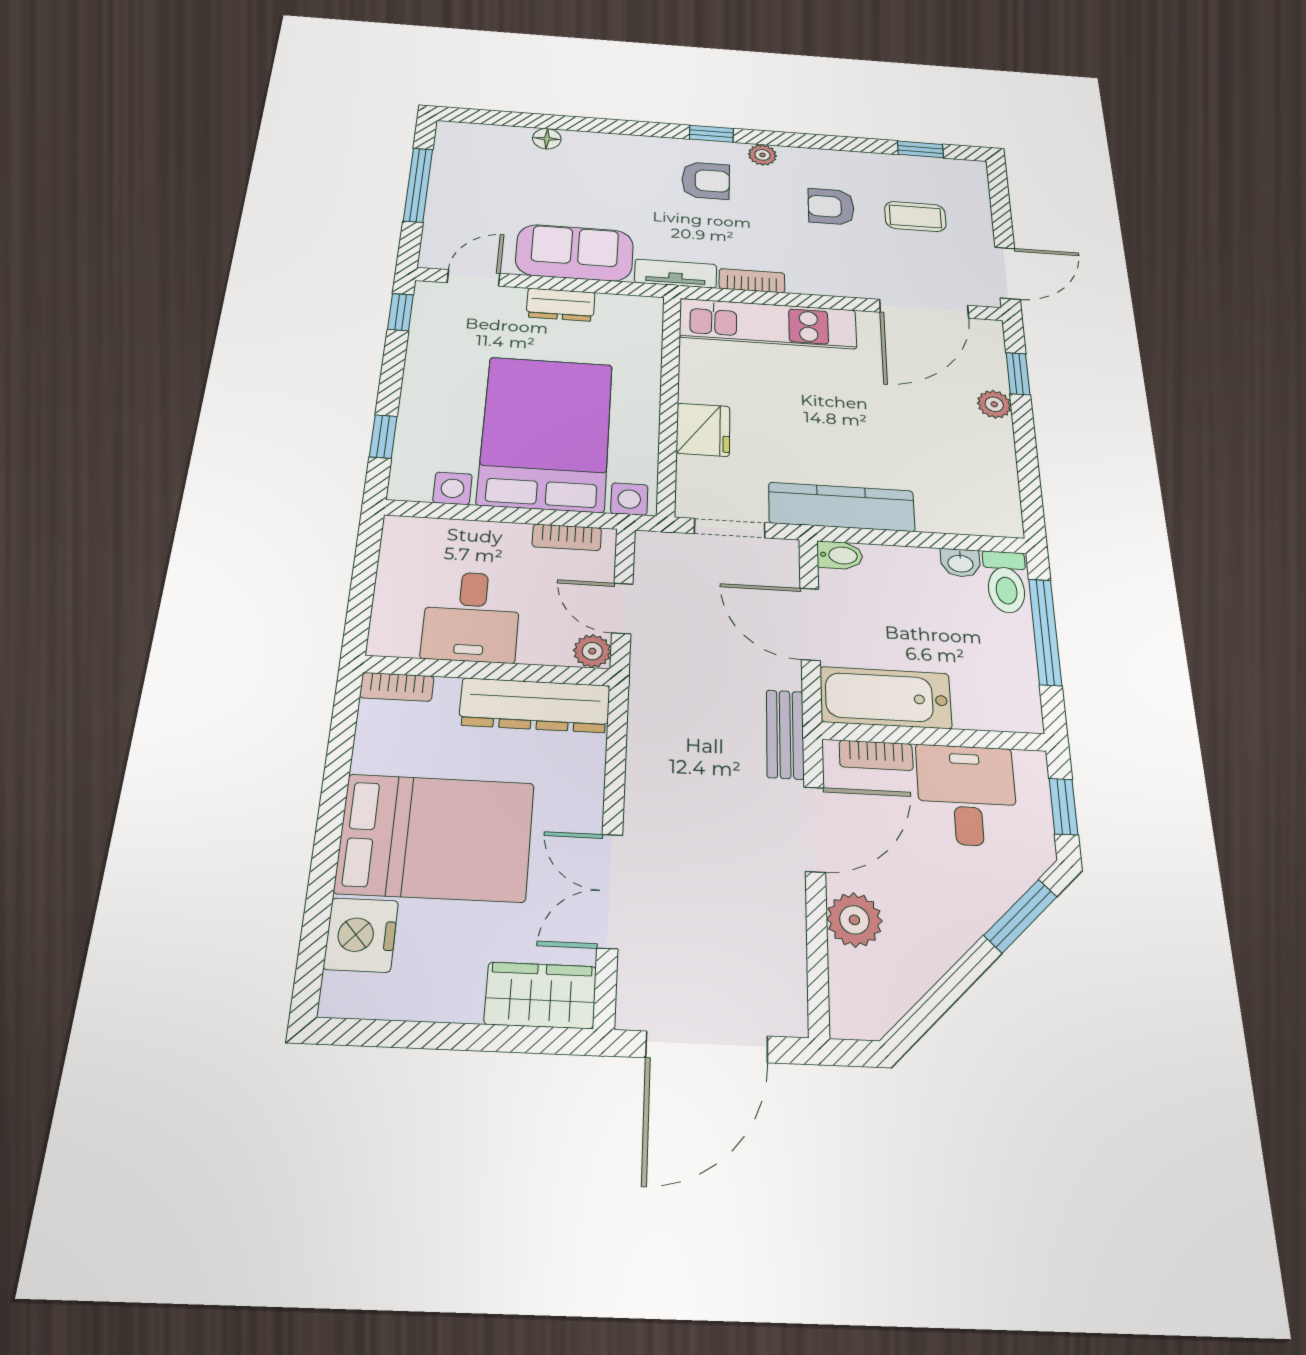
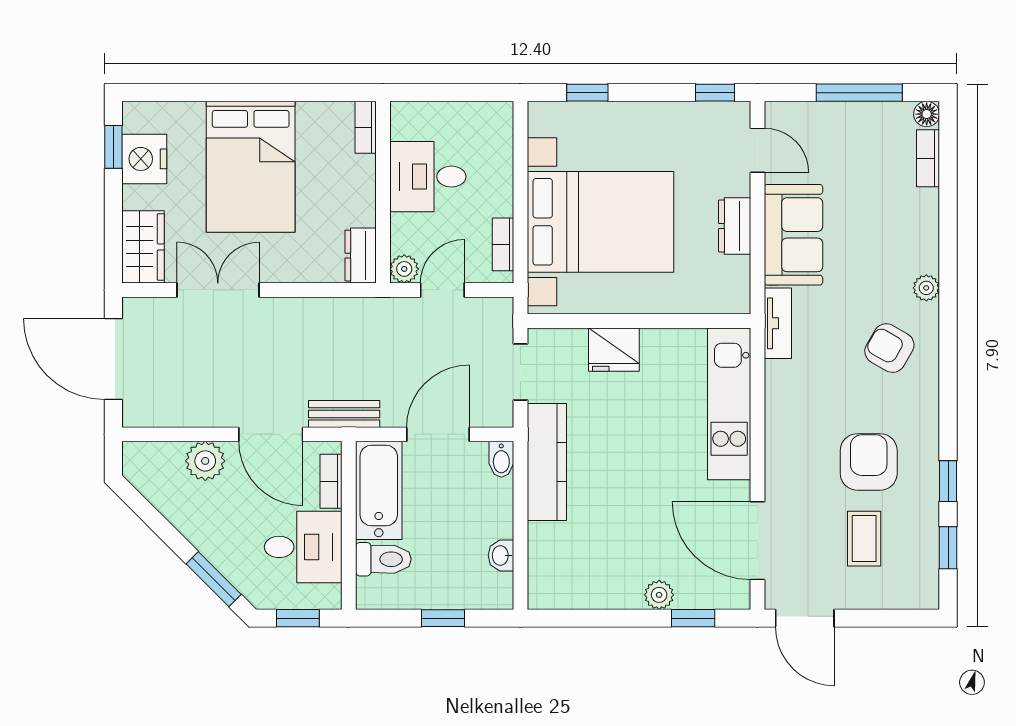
window: (711, 134) -> (948, 481), moved
floor lamp: (547, 139) -> (927, 114), moved
plant: (762, 155) -> (926, 288), moved
armchair: (706, 181) -> (889, 348), turned 120
armchair: (831, 207) -> (869, 462), width x1.38, depth x1.38
bookcase: (752, 281) -> (928, 158), moved, turned 180
toilet: (1006, 582) -> (383, 559), moved, turned 180
window: (1045, 632) -> (443, 618), width x0.46
dresser: (535, 705) -> (361, 256), width x0.51, depth x0.80
nightstand: (361, 935) -> (144, 159), moved, turned -90
window: (385, 1033) -> (113, 147), added

